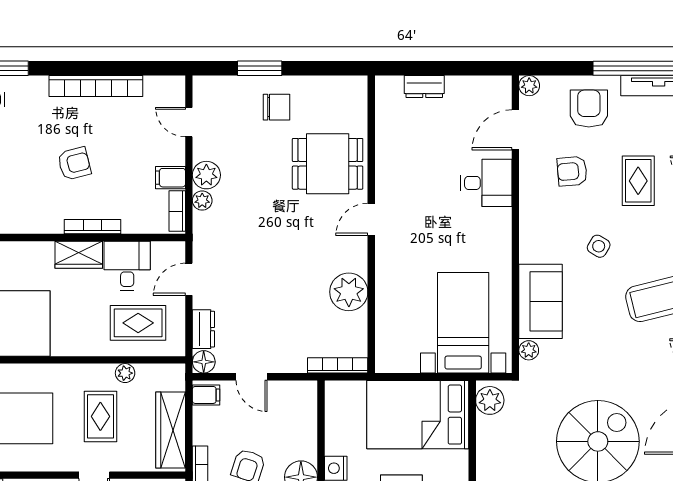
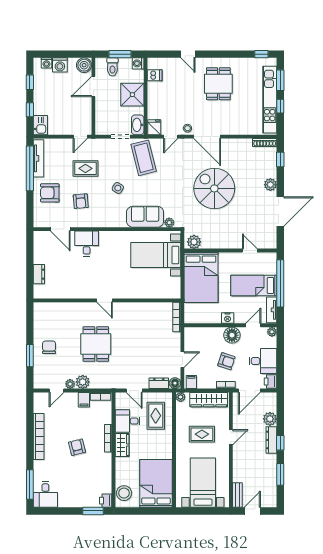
plant: (529, 86) -> (38, 222), removed
dining table: (328, 164) -> (96, 344), moved
plant: (202, 201) -> (70, 384), moved
plant: (349, 292) -> (140, 312), removed
plant: (125, 373) -> (181, 397), moved

